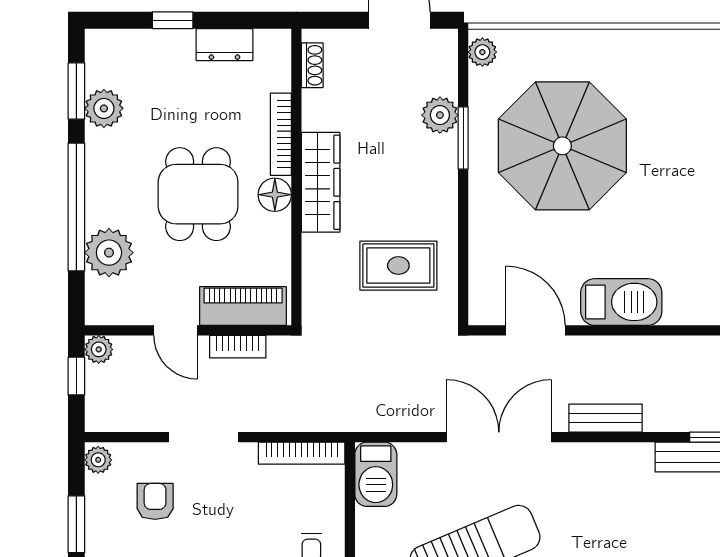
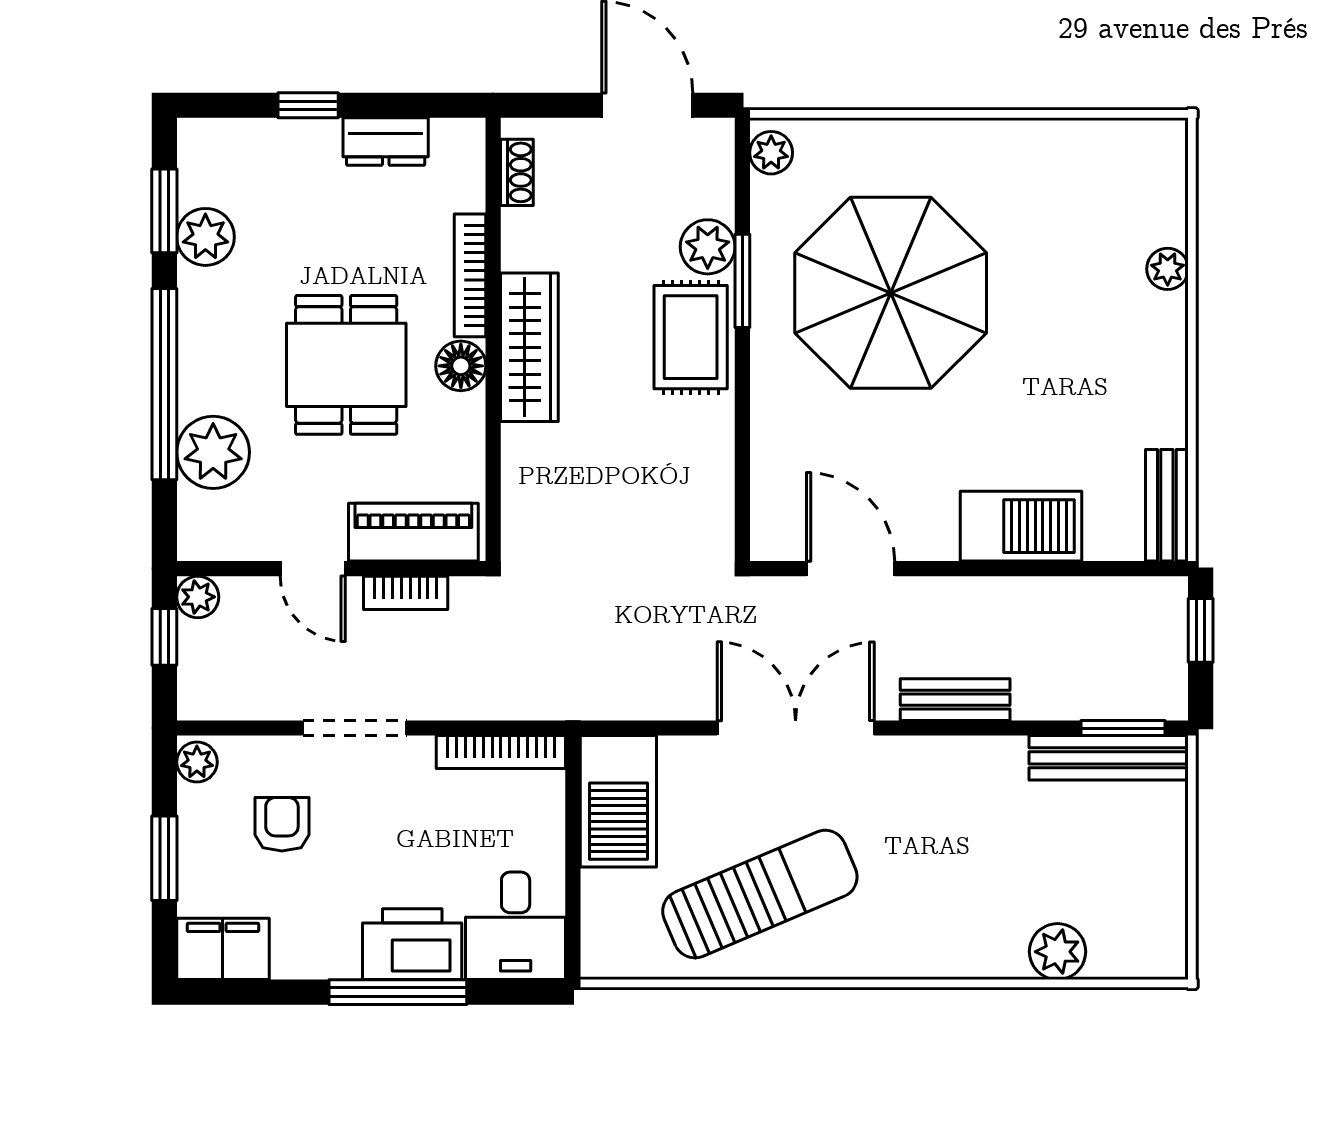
rug: (398, 266) -> (691, 337), moved, turned 90
barbecue: (621, 302) -> (1021, 526), moved
barbecue: (376, 474) -> (618, 801), width x1.37, depth x1.21

